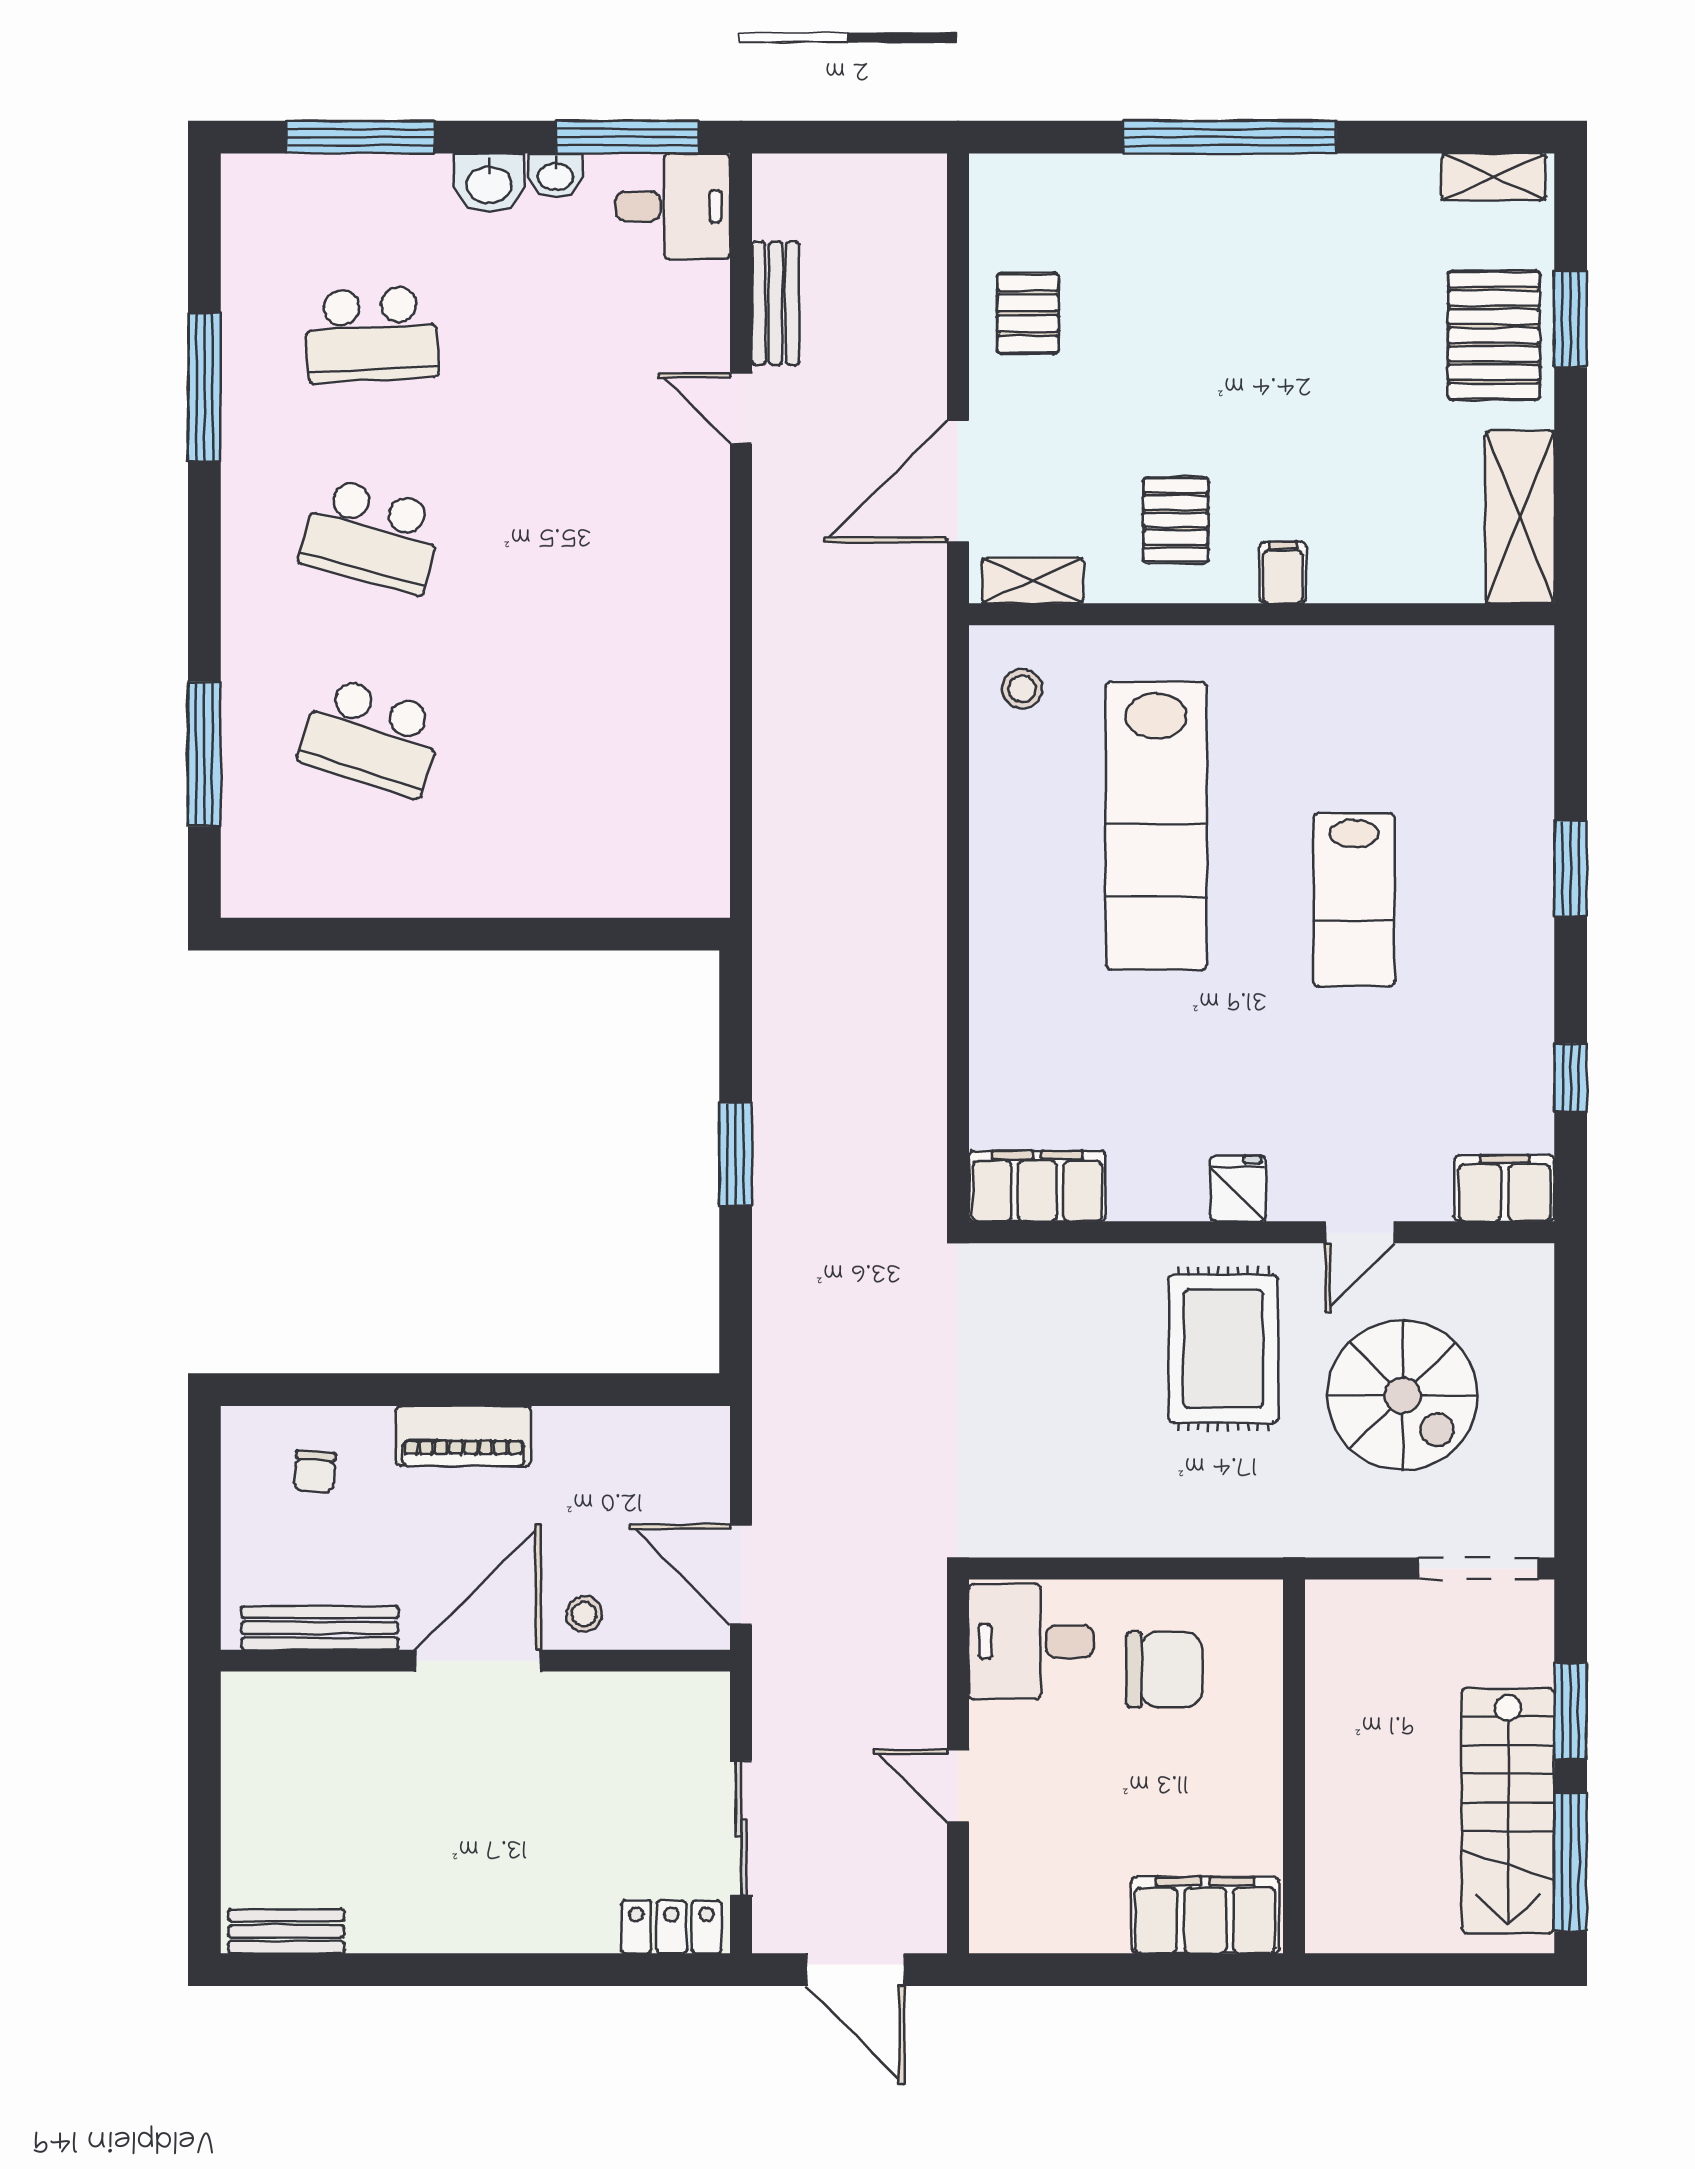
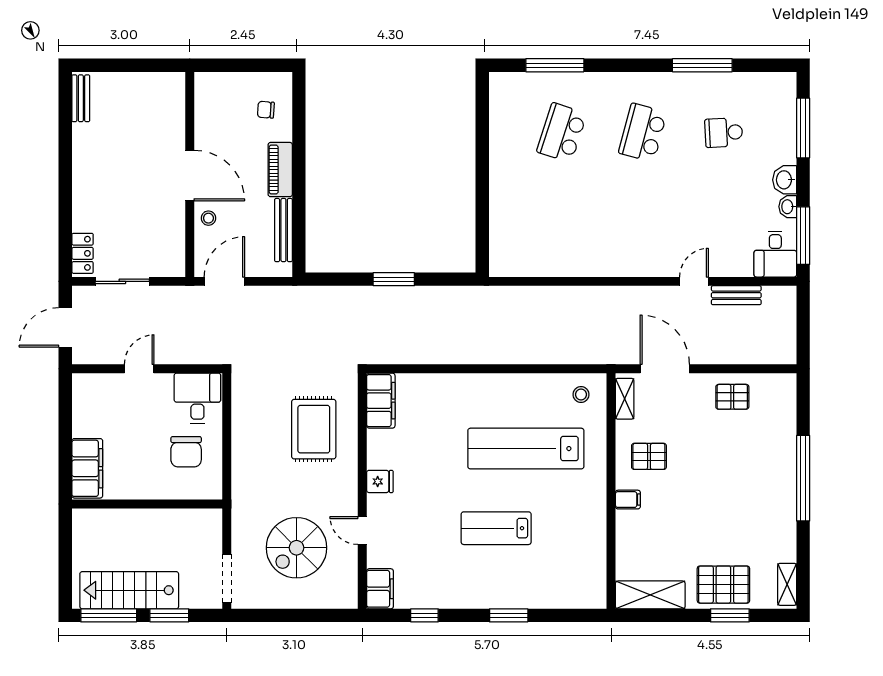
school desk: (372, 335) -> (724, 133), width x0.54
rug: (1223, 1349) -> (314, 429), moved, turned 90
bench: (320, 1628) -> (283, 230), moved

